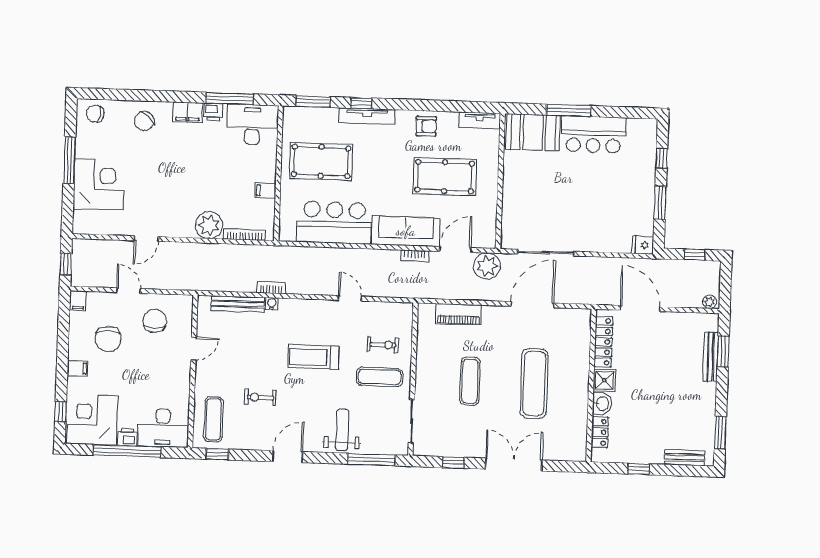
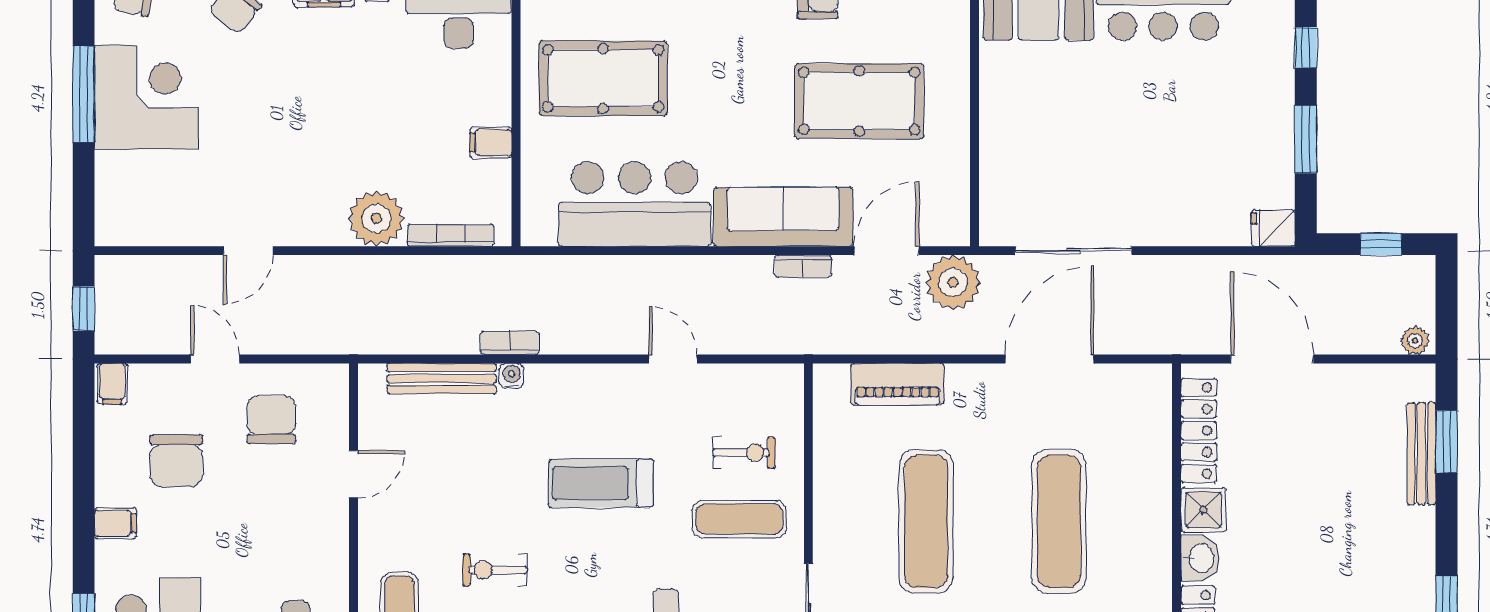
corner desk: (99, 184) -> (146, 97), moved
exercise mat: (470, 381) -> (926, 521), width x1.36, depth x1.45

